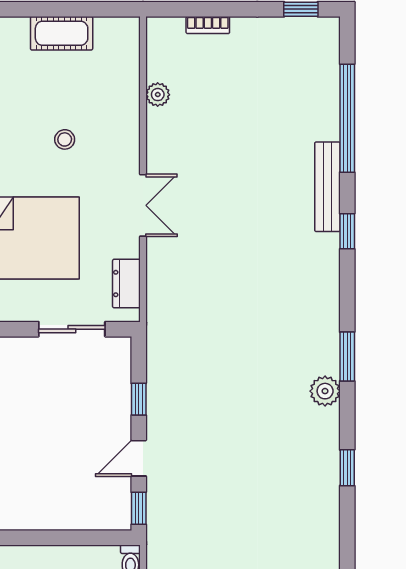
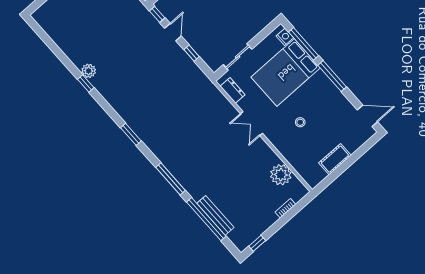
plant: (158, 95) -> (281, 175), width x1.87, depth x1.87
bench: (328, 187) -> (215, 215), moved
window: (347, 231) -> (170, 179), width x2.17
plant: (325, 391) -> (89, 71), moved
window: (347, 468) -> (86, 84), moved

